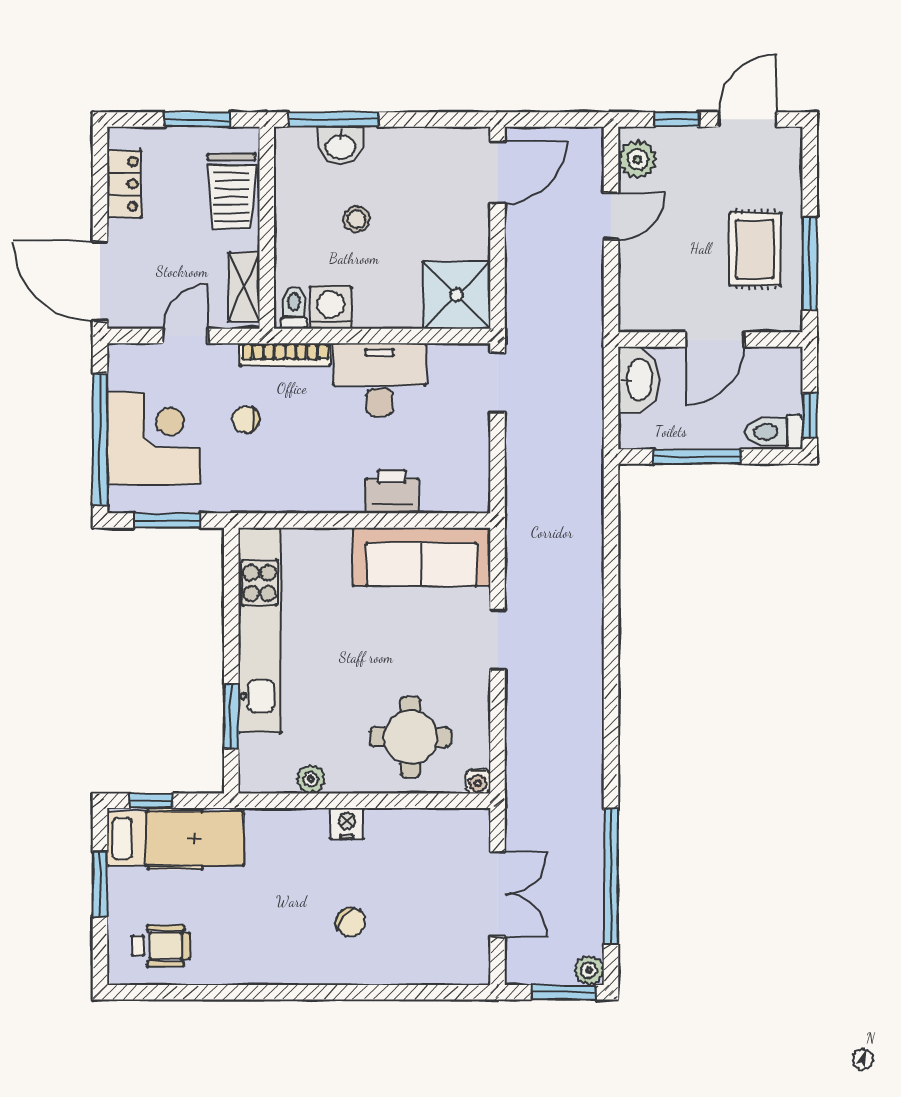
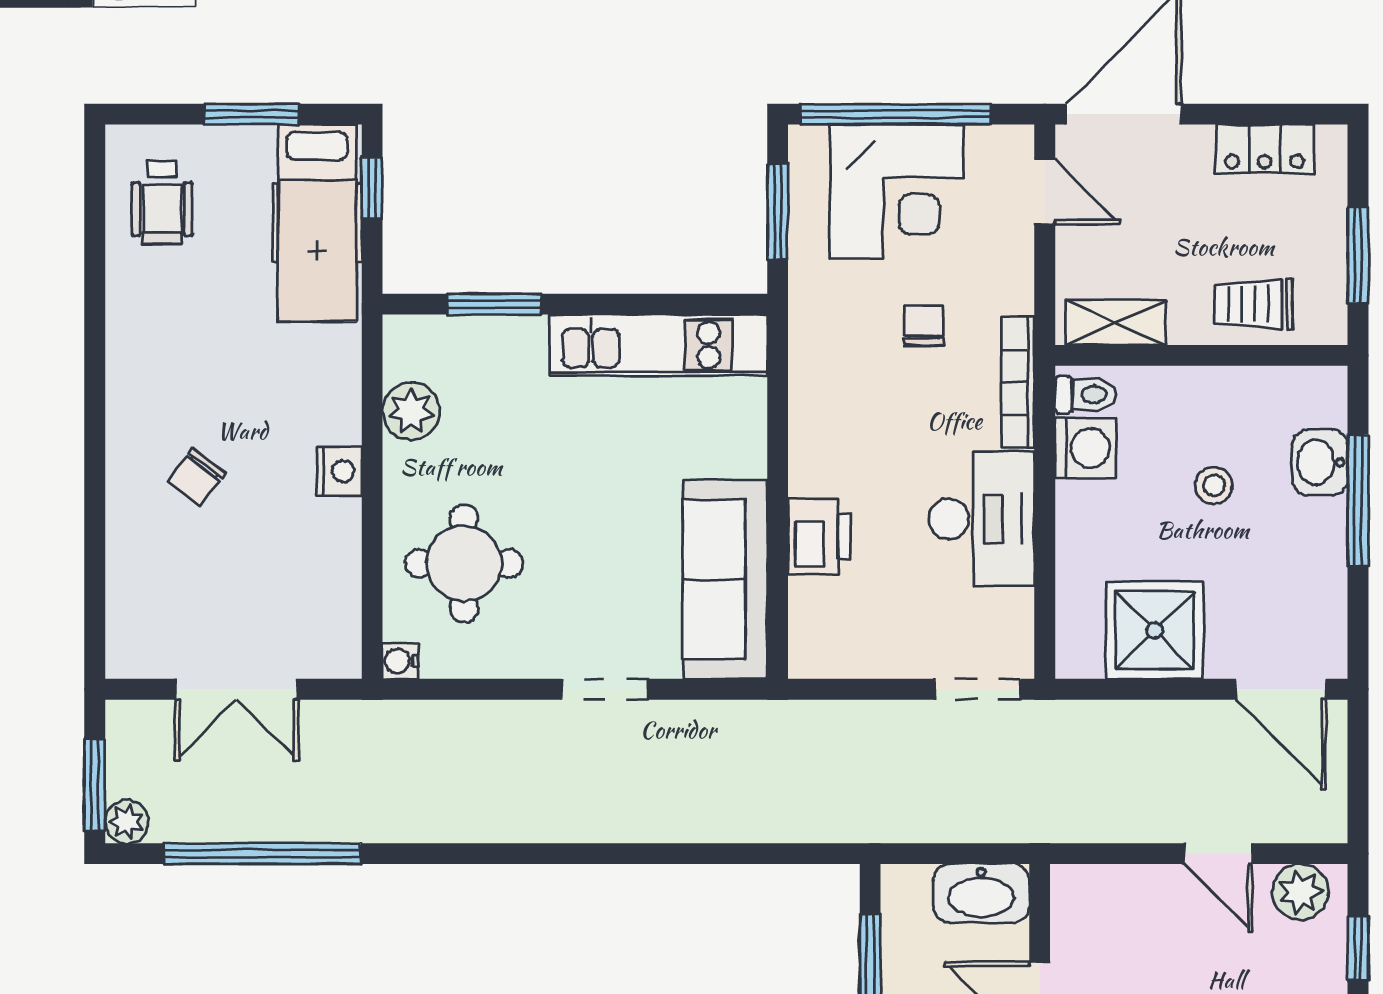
window: (334, 119) -> (1358, 500), moved
trolley: (231, 192) -> (1254, 304), width x0.73, depth x0.72
shower: (457, 295) -> (1155, 630), moved
door: (185, 336) -> (1045, 192), moved
kitchen unit: (260, 630) -> (658, 345), width x0.73
plant: (311, 779) -> (411, 411), width x1.38, depth x1.38

